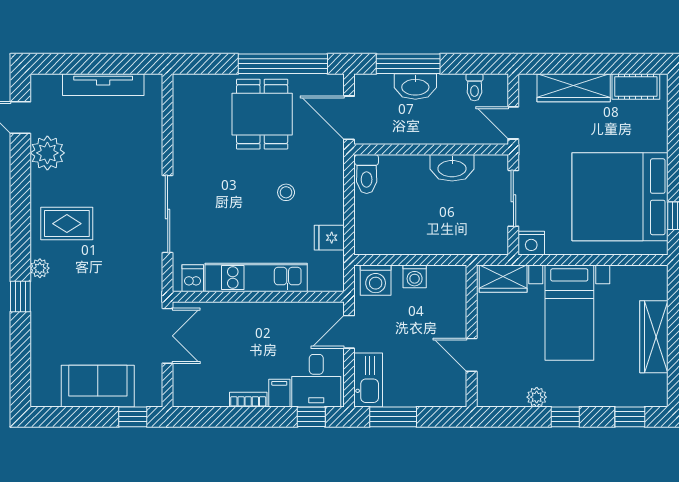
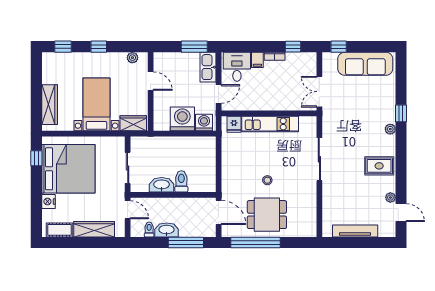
washbasin: (415, 86) -> (167, 230), moved
dining table: (262, 114) -> (267, 215), turned 90
plant: (47, 153) -> (390, 197), width x0.53, depth x0.53
toilet: (367, 174) -> (181, 181), moved
stool: (286, 192) -> (267, 180), moved
rug: (67, 224) -> (379, 166), moved
fridge: (329, 238) -> (234, 124), moved, turned 90
nightstand: (531, 243) -> (49, 202), moved, turned -90
washing machine: (415, 276) -> (182, 119), width x1.89, depth x1.89
dishwasher: (193, 278) -> (305, 124), removed
wardrobe: (654, 337) -> (50, 105), moved
sofa: (98, 386) -> (365, 64), width x1.36
plant: (537, 397) -> (132, 58), moved
window: (311, 417) -> (293, 47), moved

